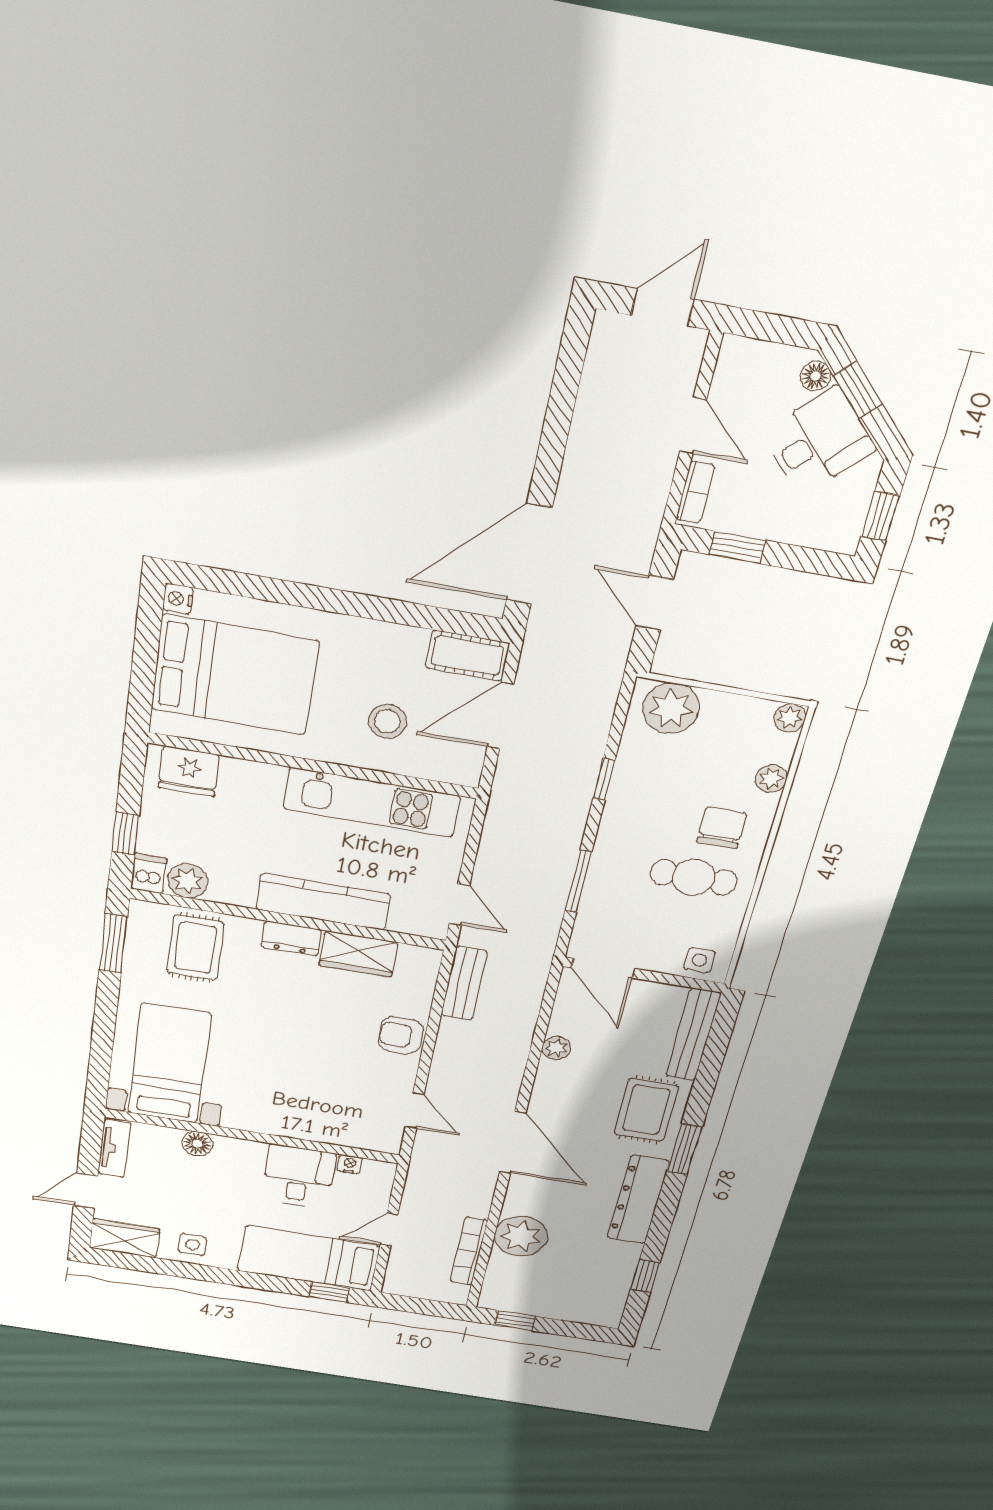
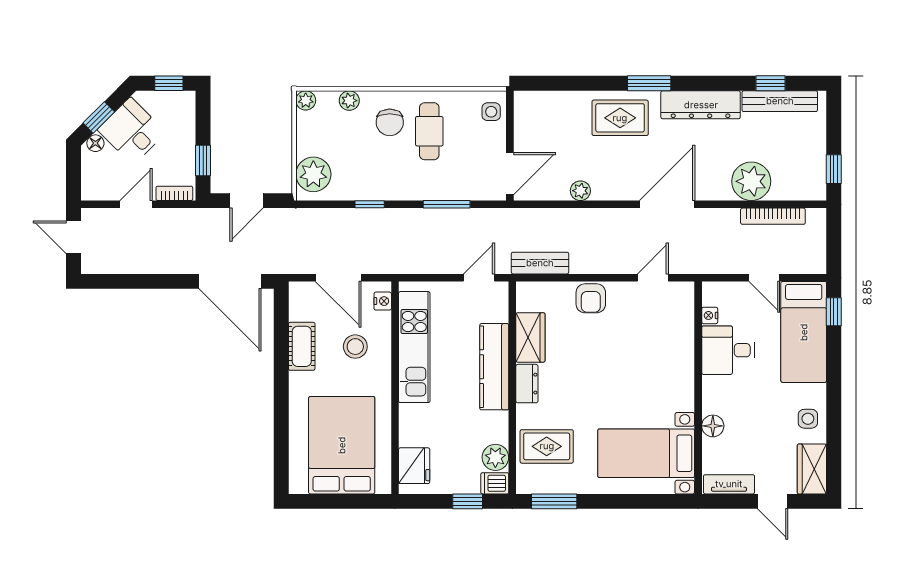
nightstand: (178, 599) -> (383, 301), moved, turned -90
cot: (467, 656) -> (302, 346), moved
chair: (722, 828) -> (390, 122), turned -90
bench: (693, 1035) -> (780, 101), moved

